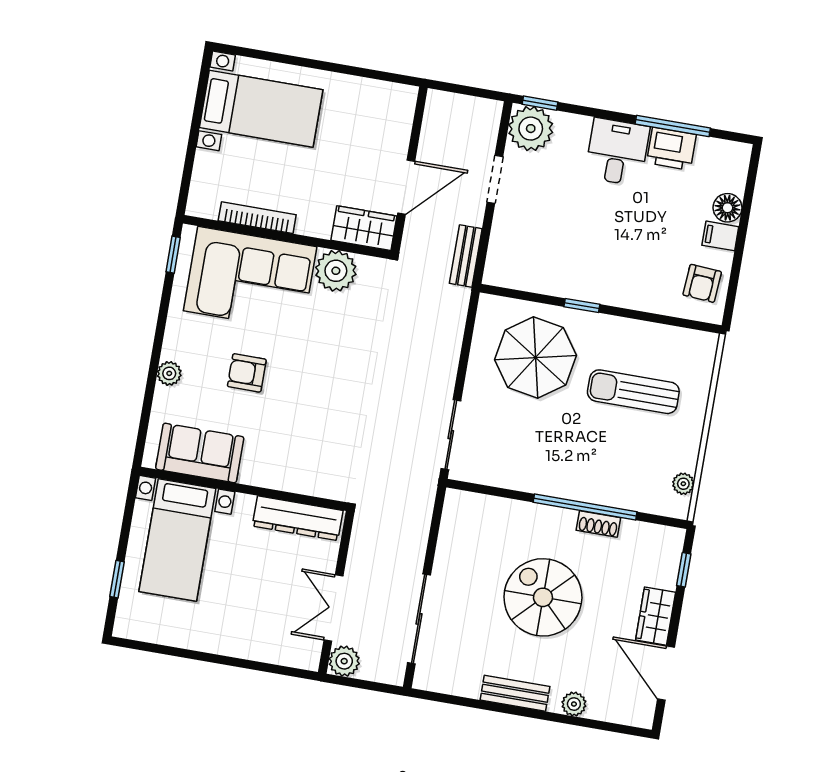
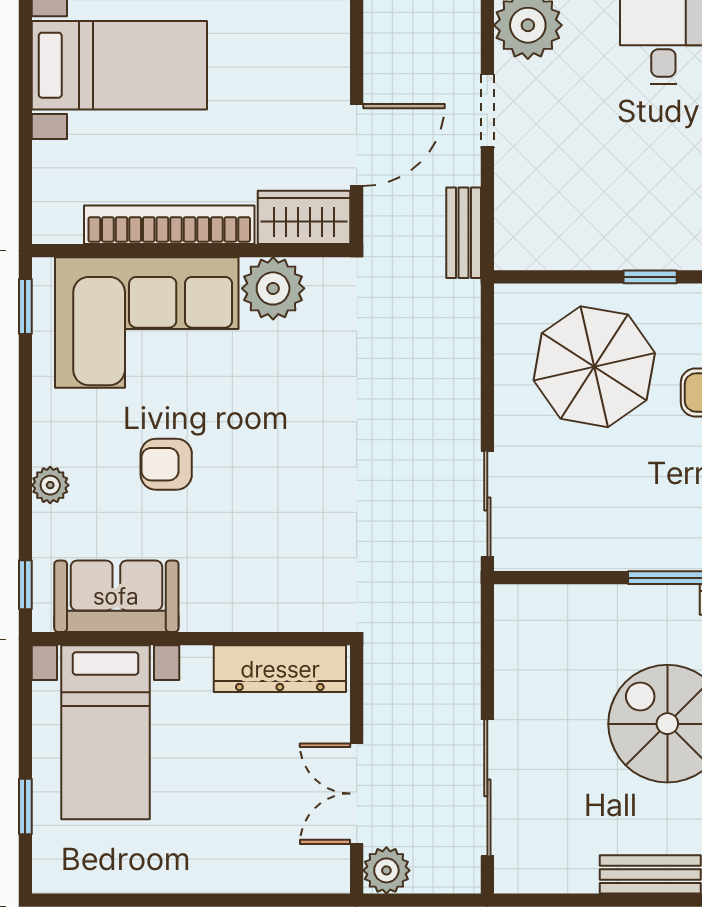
bookcase: (257, 218) -> (169, 225), width x1.48, depth x1.31
window: (142, 435) -> (25, 585), added

